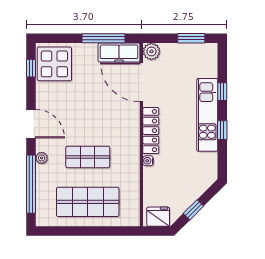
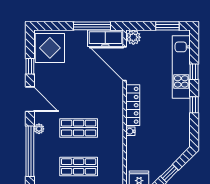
window: (31, 68) -> (30, 66), moved
kitchen unit: (207, 115) -> (181, 67), moved
shop shelf: (88, 202) -> (79, 166), width x0.70, depth x0.74

